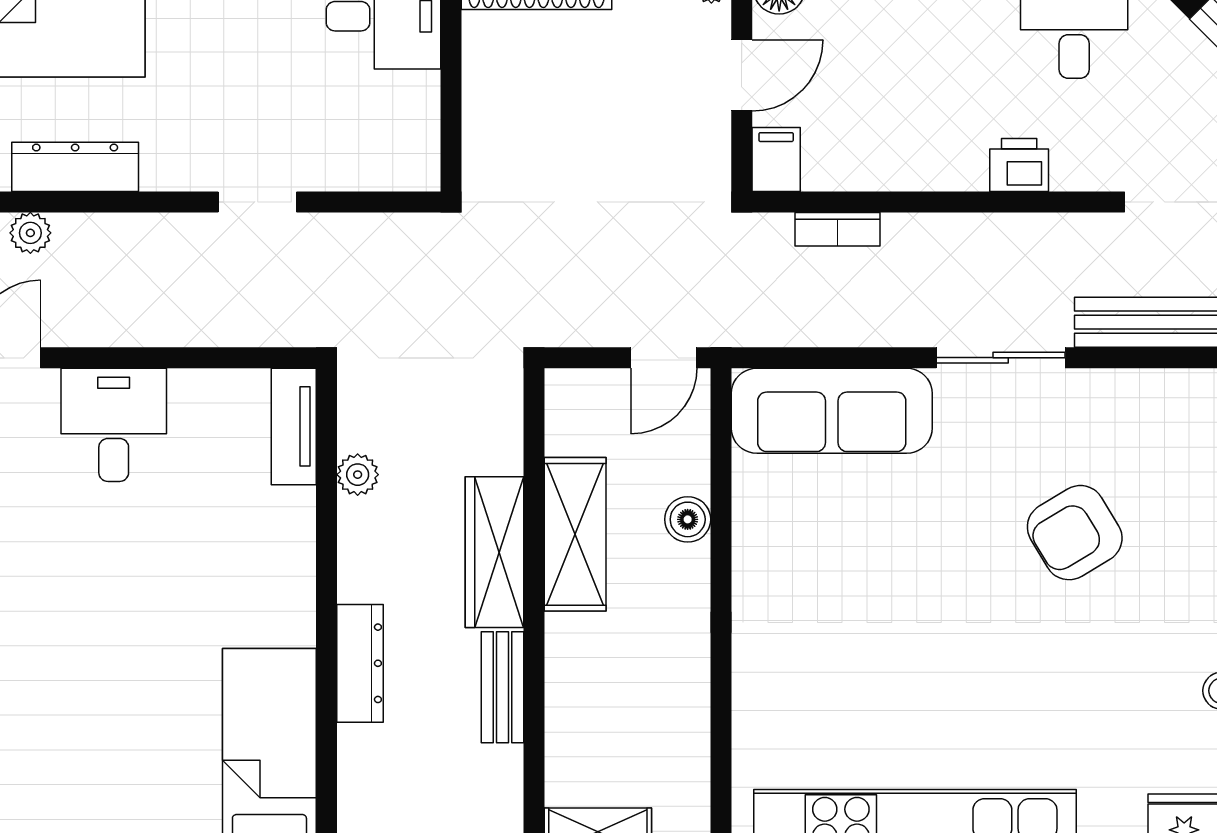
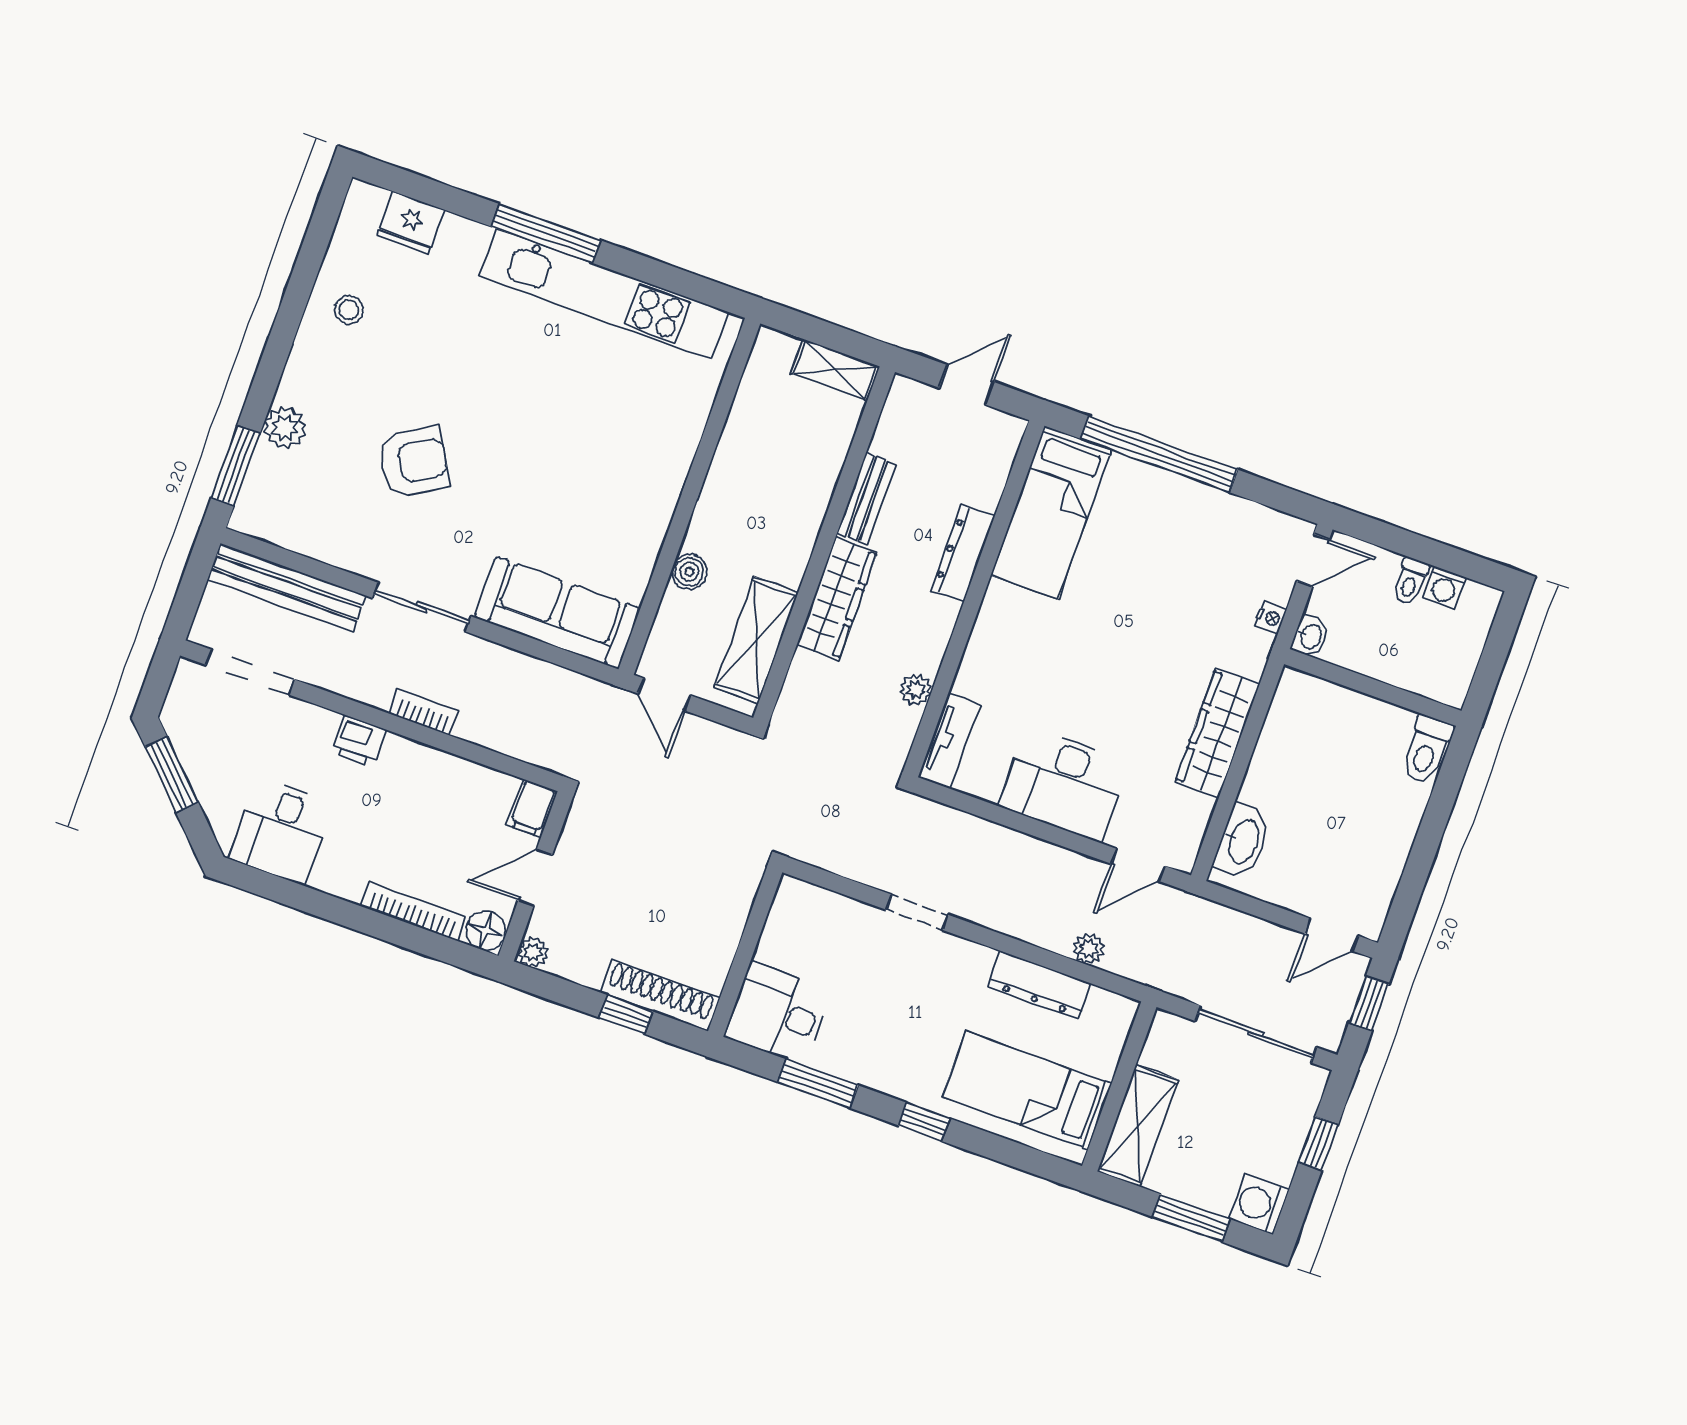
bookcase: (837, 229) -> (424, 712), moved
door: (664, 358) -> (664, 695), swing flipped
desk: (114, 425) -> (1064, 784), width x1.37
shelving: (575, 534) -> (756, 640), moved

